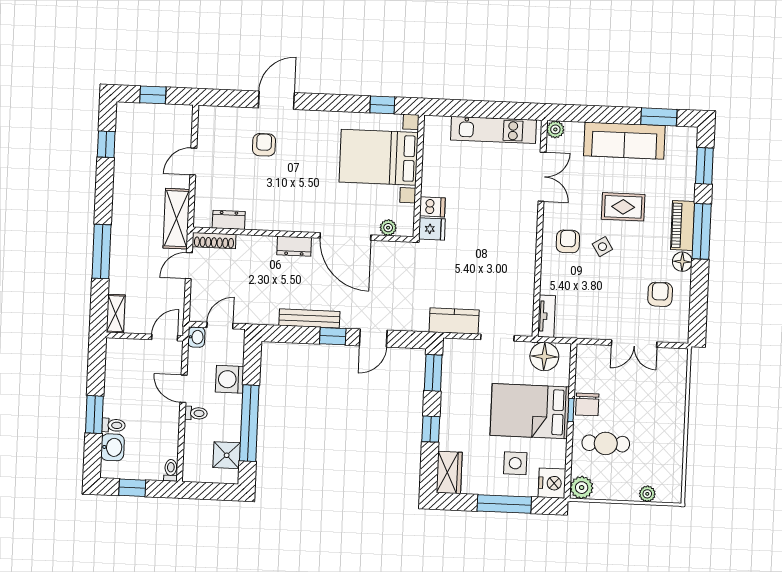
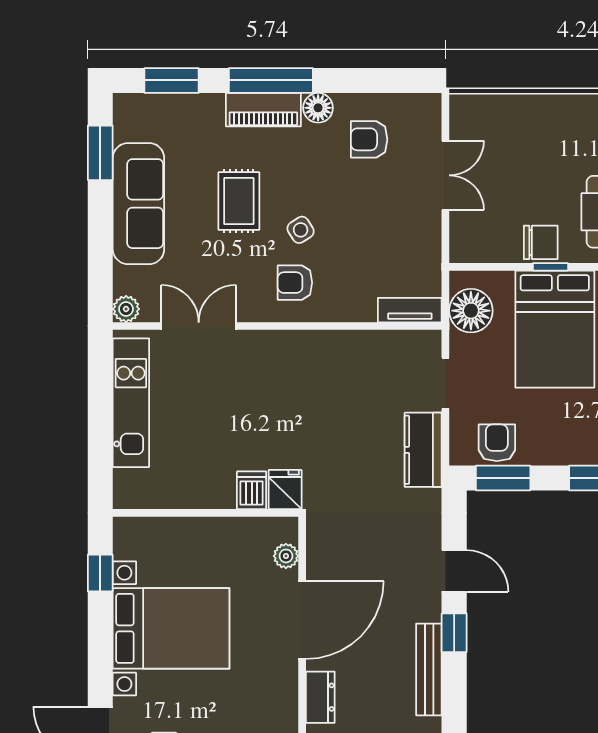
bed with nightstands: (379, 157) -> (171, 628), moved, turned -90
armchair: (457, 370) -> (497, 443), added

